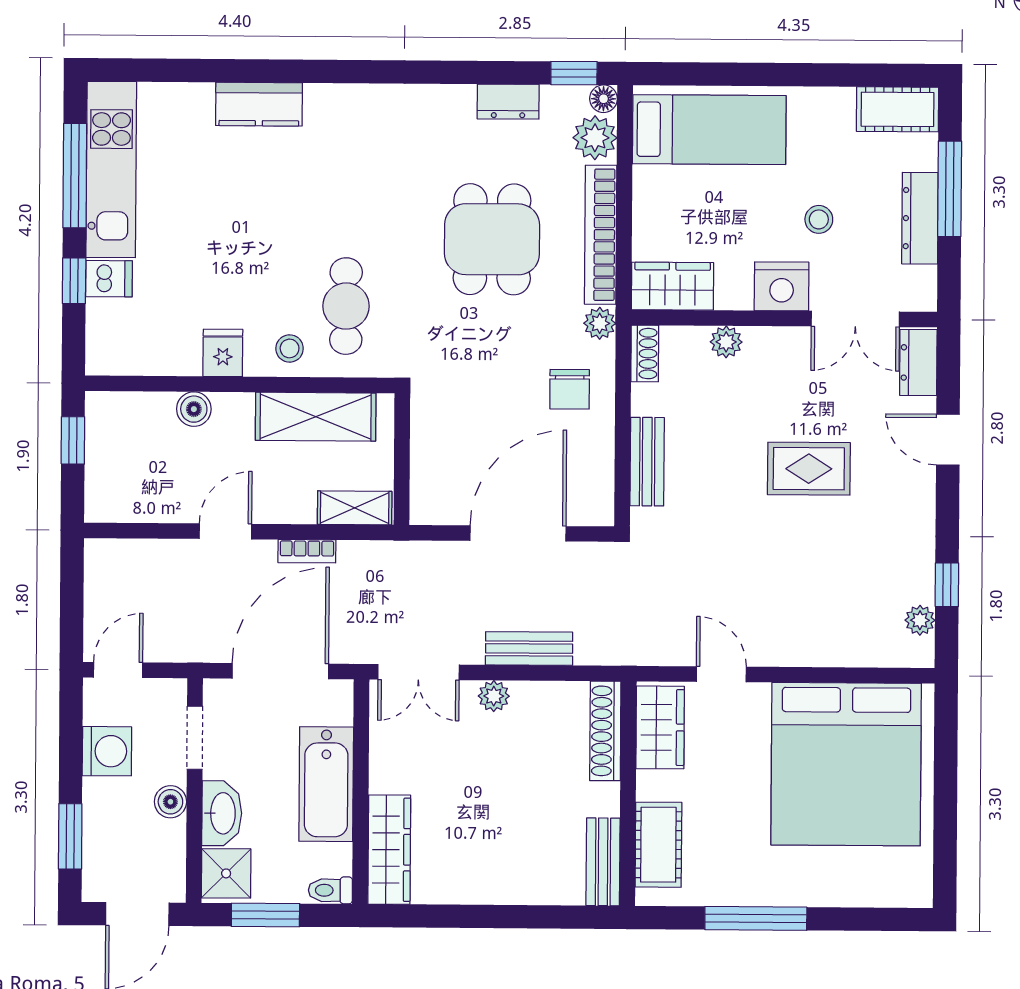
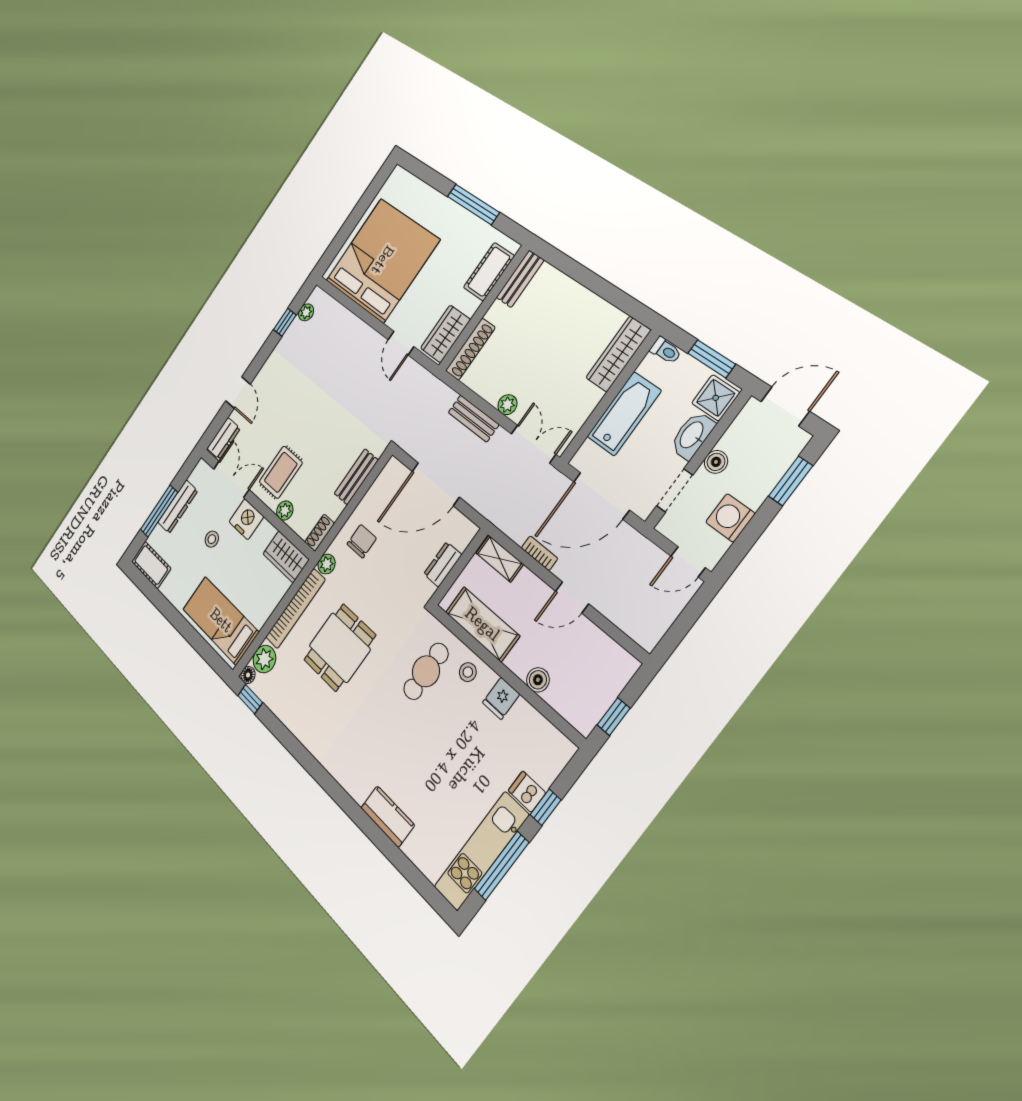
dresser: (508, 102) -> (443, 564), moved, turned -90
rug: (809, 469) -> (281, 472), moved, turned 90

